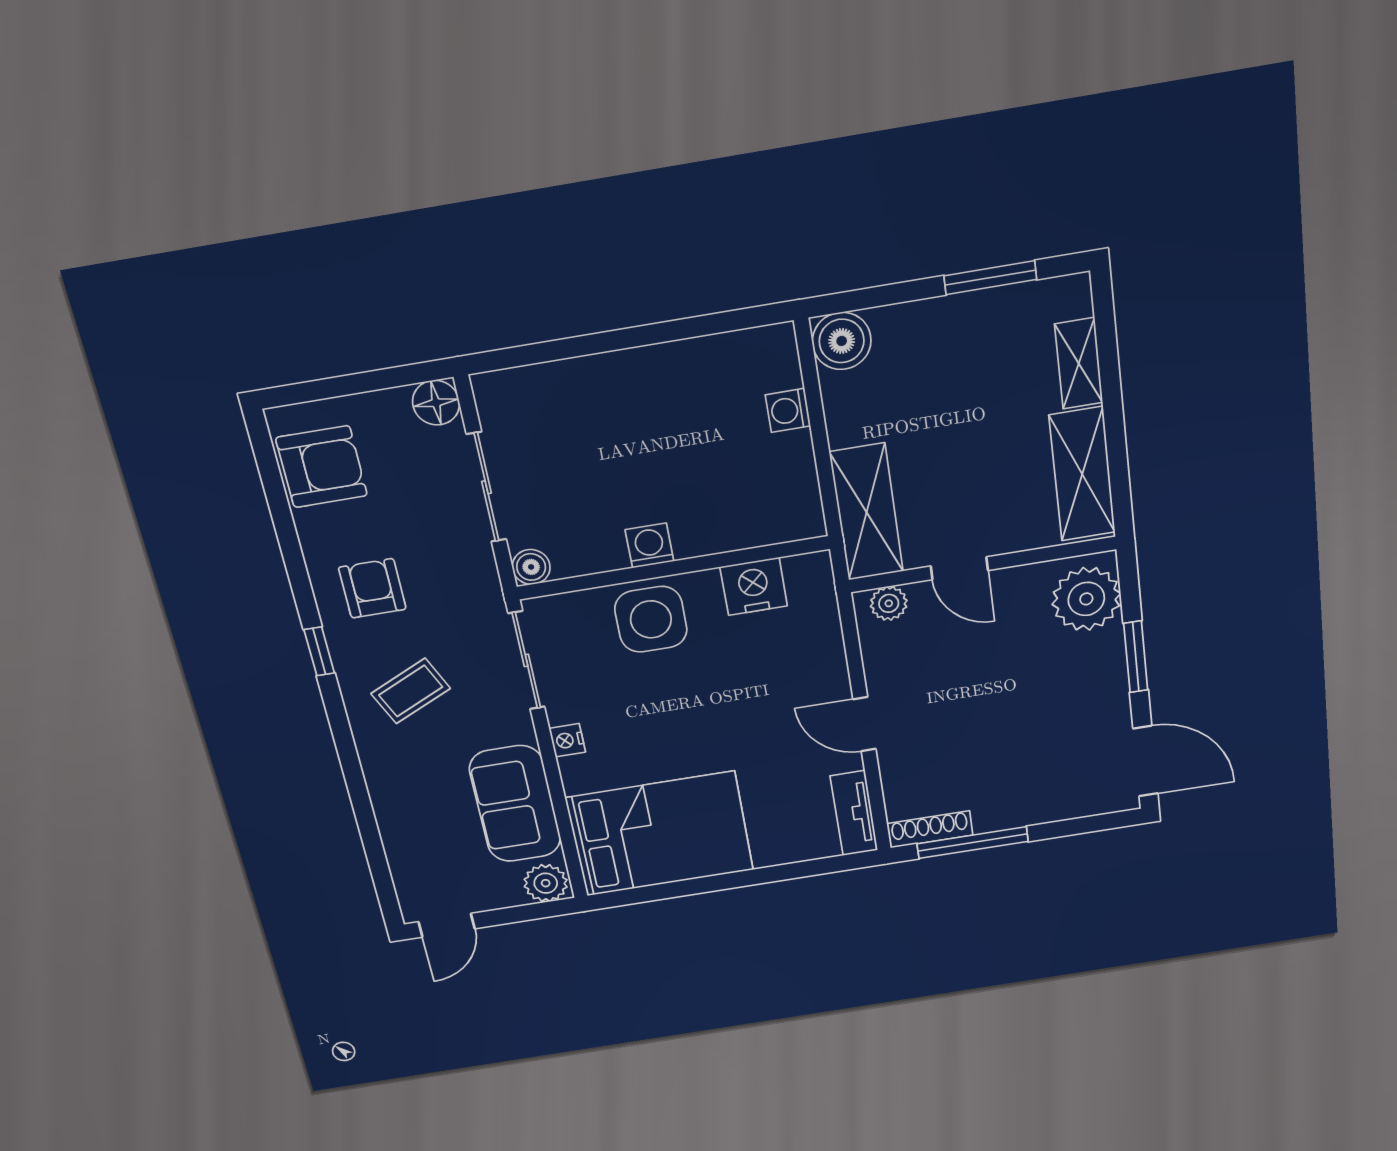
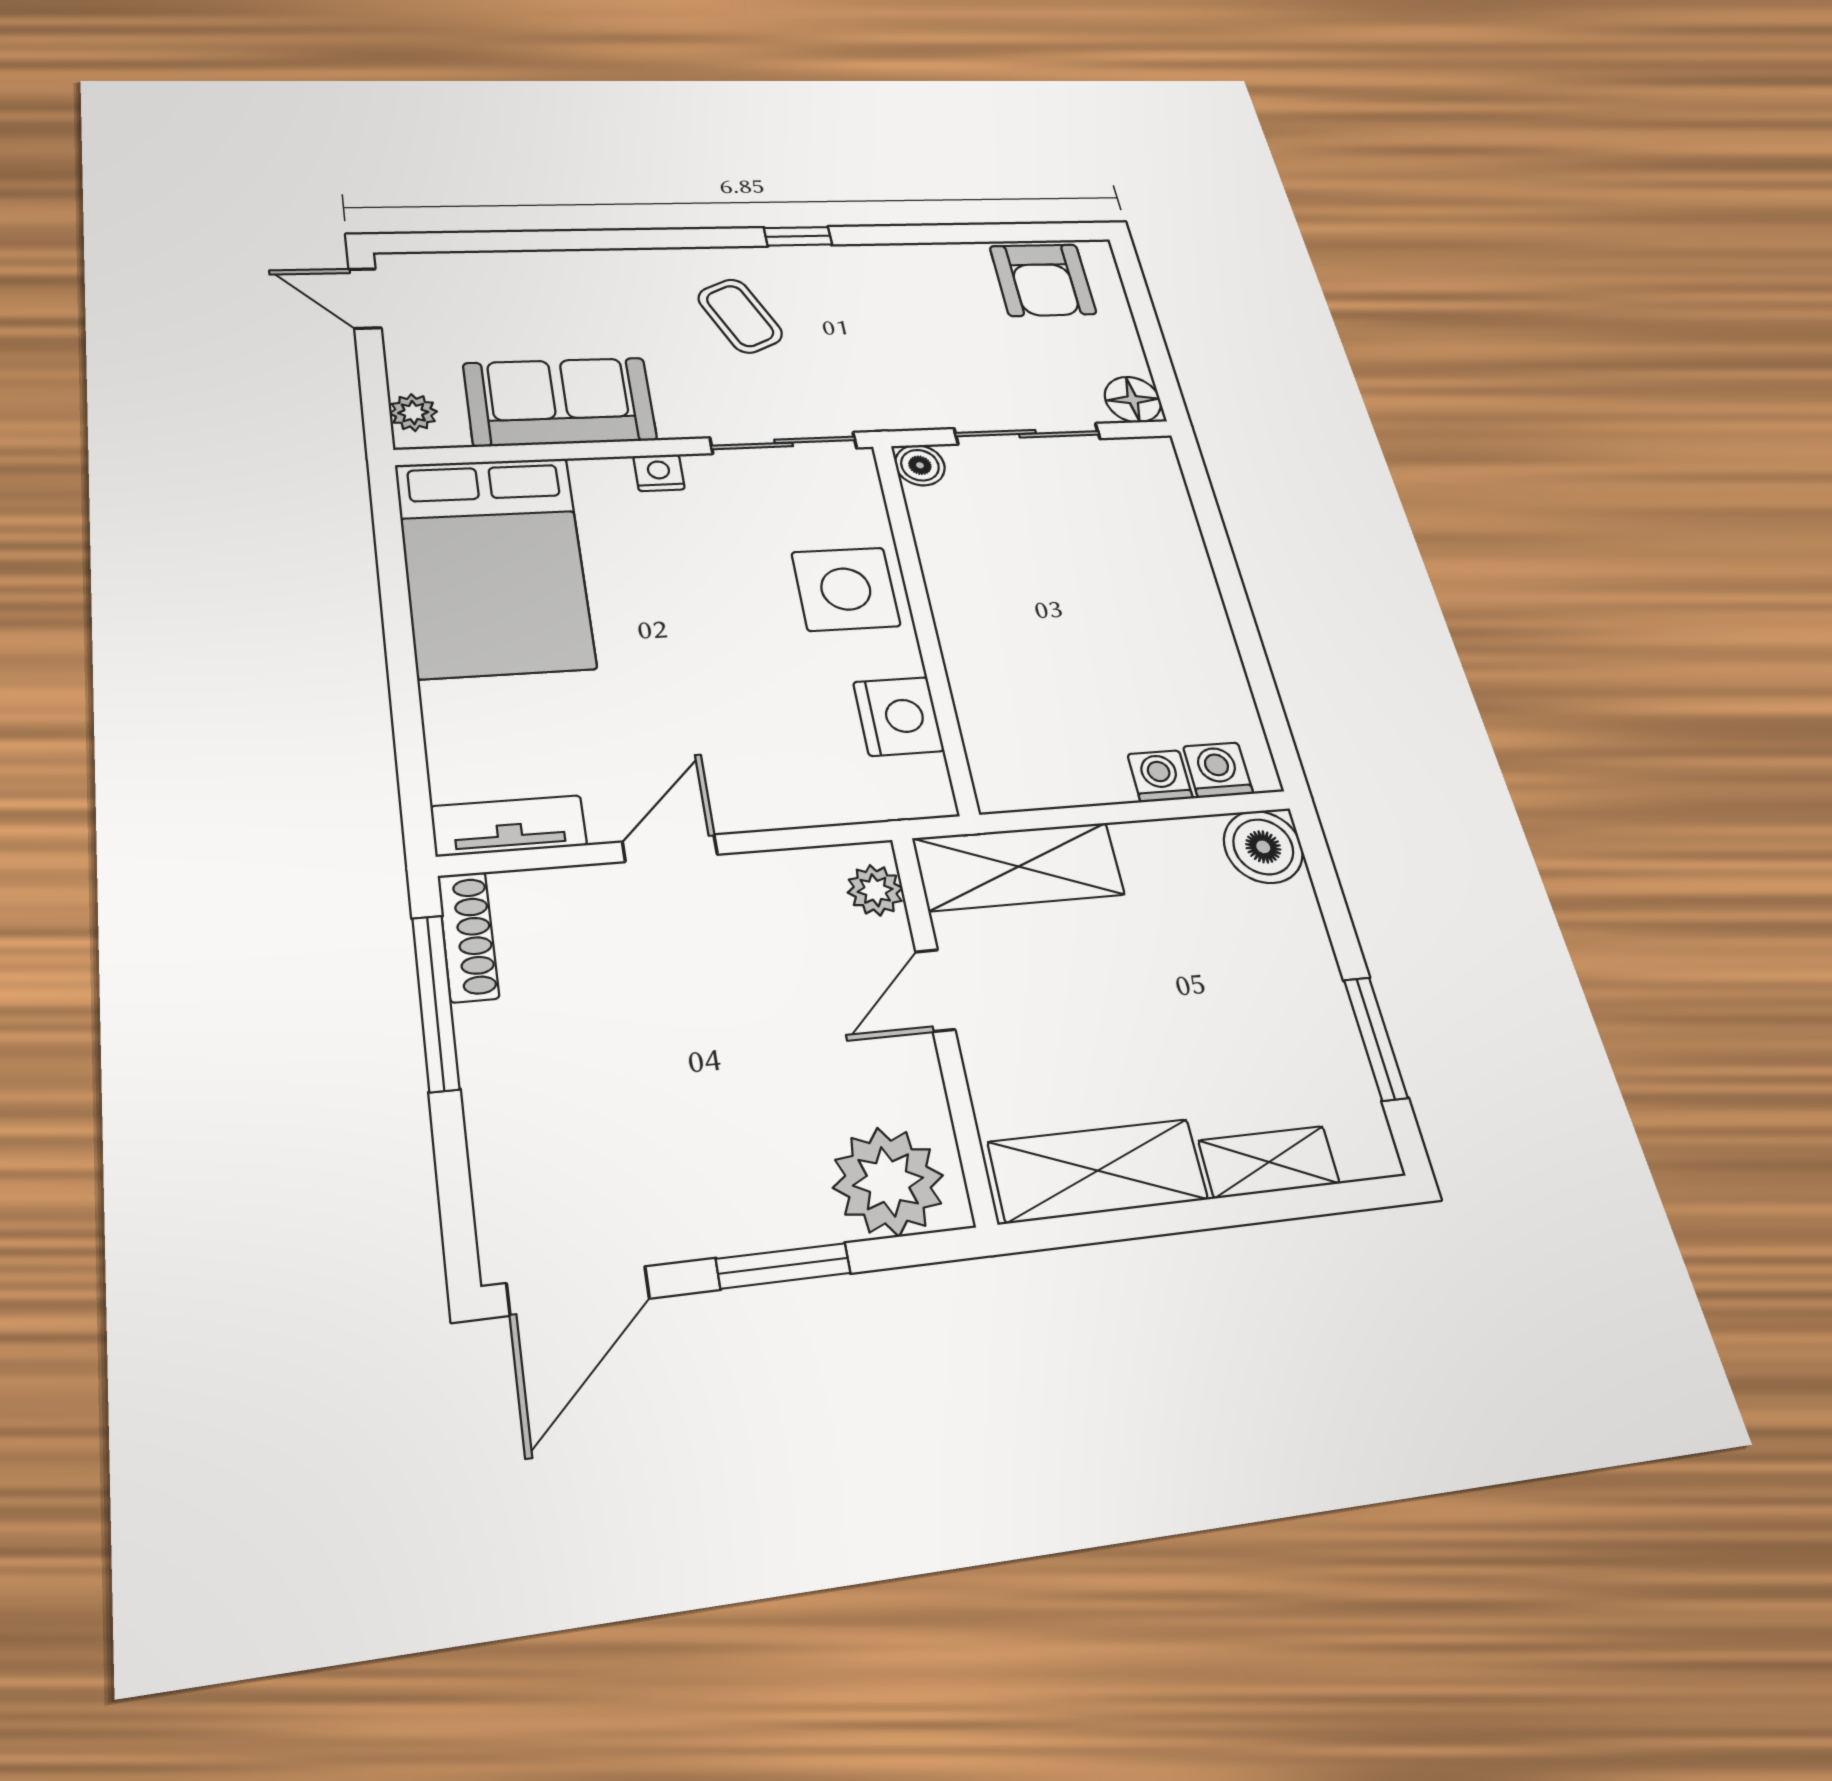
washing machine: (650, 546) -> (1218, 770), moved, turned -90
armchair: (372, 588) -> (886, 301), removed
plant: (546, 883) -> (413, 413), width x0.73, depth x0.73

